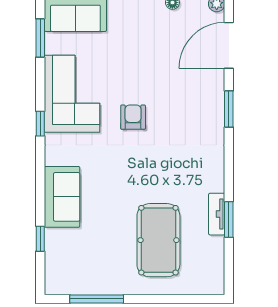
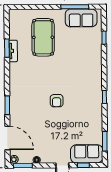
door: (229, 45) -> (7, 138), hinge flipped
corner sofa: (72, 94) -> (88, 113), removed
sofa: (62, 197) -> (81, 18), moved, turned -90

